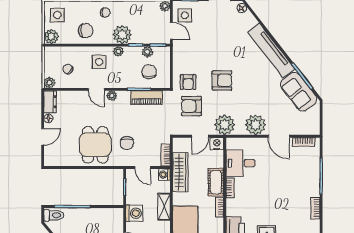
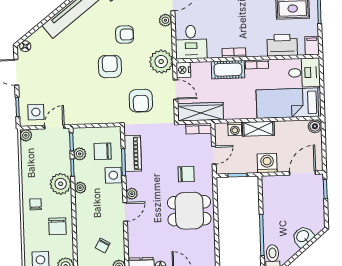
chair: (86, 31) -> (57, 226), turned 180
side table: (99, 62) -> (113, 175), moved
armchair: (188, 82) -> (125, 35), moved
plant: (255, 125) -> (165, 20), width x0.53, depth x0.53
desk: (241, 163) -> (191, 42), moved
wardrobe: (180, 172) -> (200, 112), moved
washing machine: (164, 175) -> (235, 129), moved

